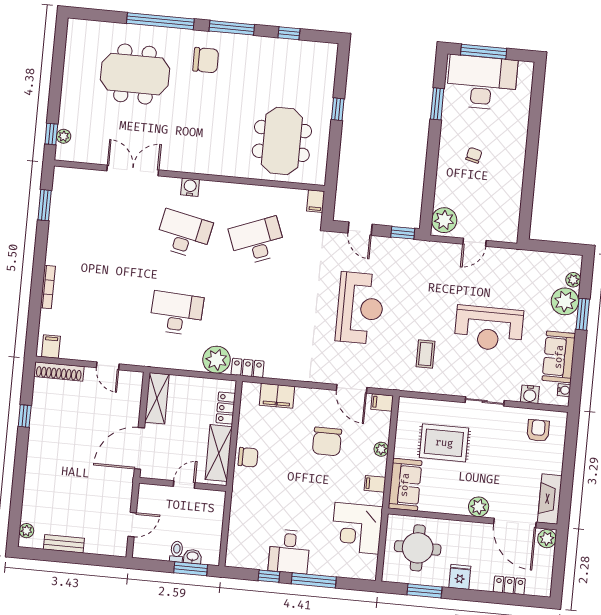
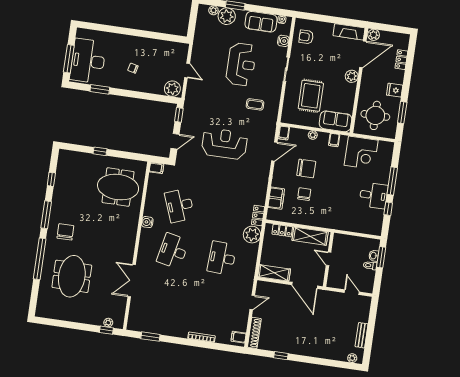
water cooler: (190, 187) -> (147, 222), moved
chair: (248, 457) -> (304, 194), moved

